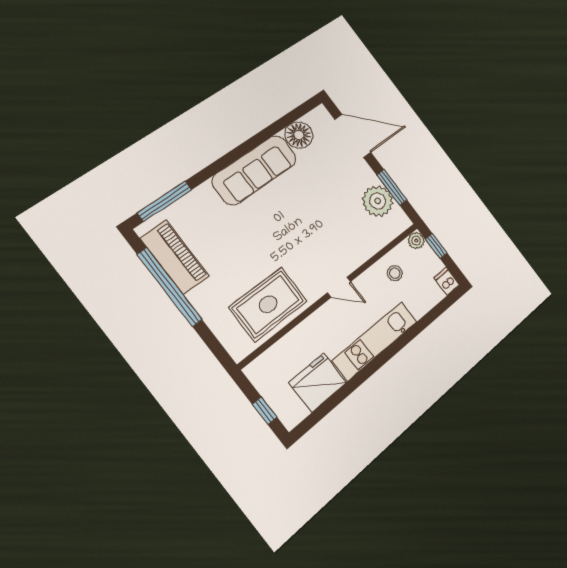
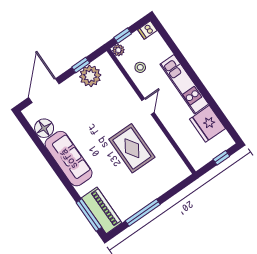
window: (392, 187) -> (81, 65), width x0.67
piano: (175, 257) -> (102, 210), moved, turned 90
window: (170, 287) -> (143, 213), width x0.68
rug: (268, 304) -> (132, 148), moved

